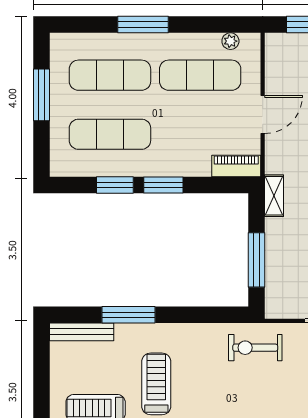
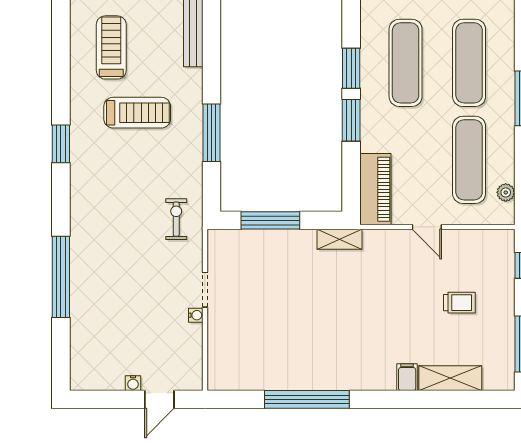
door: (263, 115) -> (427, 227), width x0.73
piano: (236, 166) -> (375, 189), width x1.37, depth x1.33
window: (128, 315) -> (212, 133), moved
exercise bike: (255, 348) -> (176, 219), width x0.73, depth x0.72

